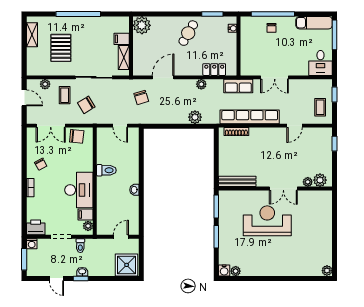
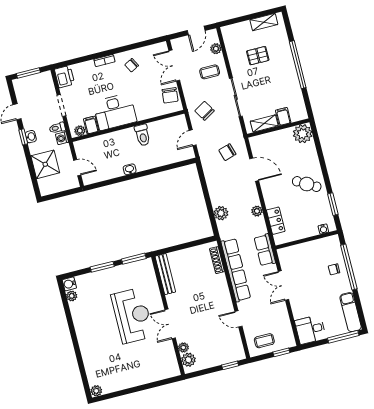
pallet: (61, 48) -> (258, 56), width x0.67, depth x0.71
chair: (86, 105) -> (205, 111), moved
washing machine: (32, 244) -> (62, 138), moved
shower: (127, 265) -> (45, 164), moved

